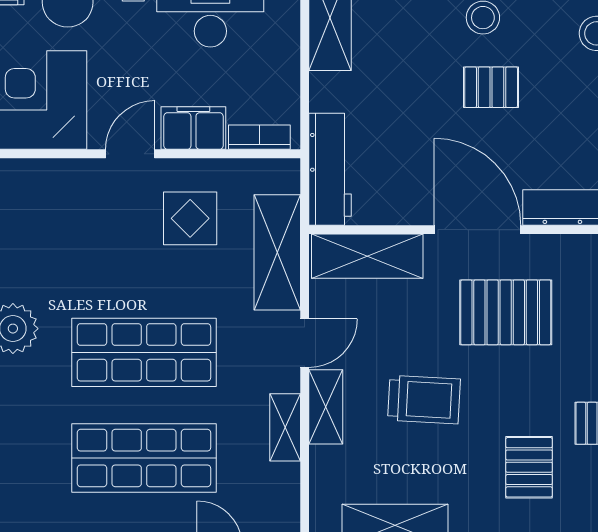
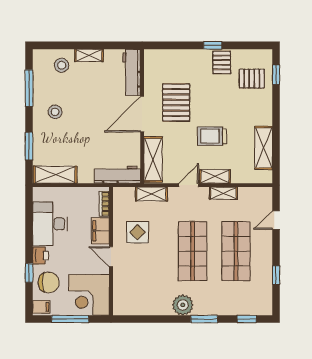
pallet: (491, 87) -> (84, 109), removed
shelving: (277, 252) -> (151, 194), width x0.67, depth x0.75
door: (305, 343) -> (189, 185), hinge flipped
trolley: (424, 400) -> (212, 136), turned -93
pallet: (529, 467) -> (252, 79), moved

